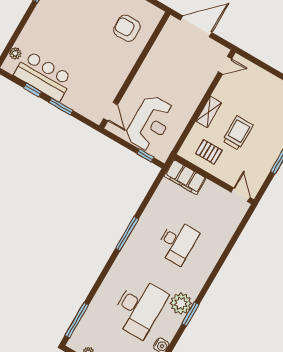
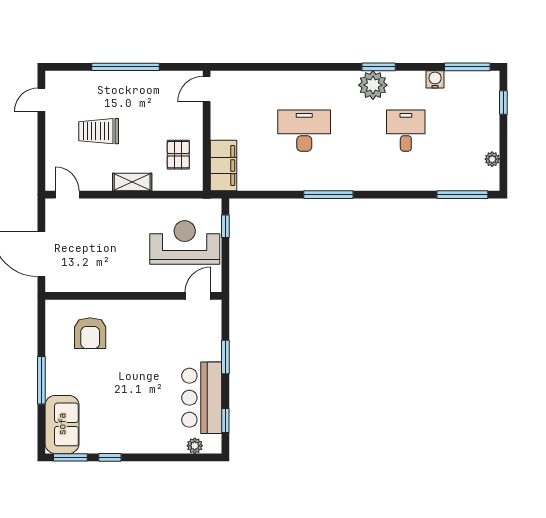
window: (33, 90) -> (225, 421), moved
trolley: (238, 133) -> (99, 131), moved
desk: (139, 308) -> (406, 131), width x0.53, depth x0.77

